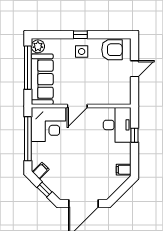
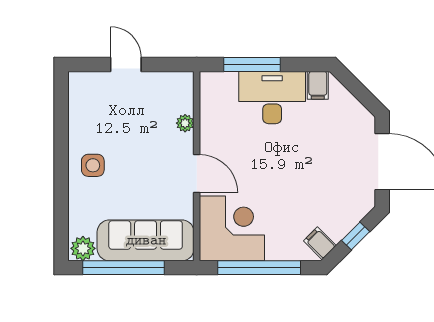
window: (80, 35) -> (61, 168), removed
armchair: (112, 50) -> (89, 108), removed
plant: (104, 100) -> (185, 123), added
desk: (117, 125) -> (272, 98), moved
window: (135, 135) -> (252, 65), width x2.17

